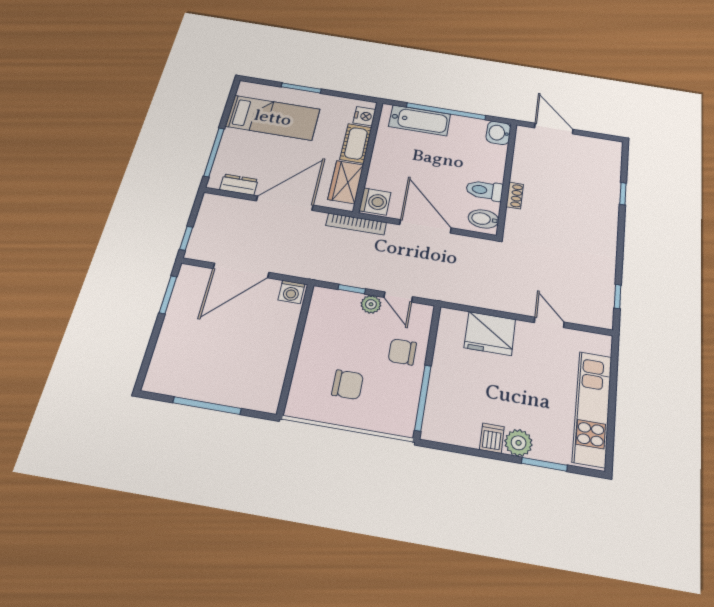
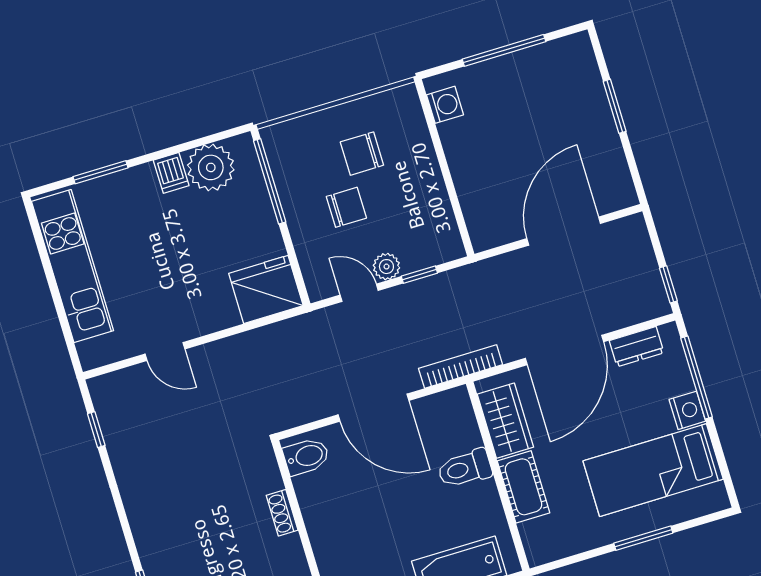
nightstand: (364, 116) -> (687, 410), moved, turned 180
toilet: (484, 190) -> (465, 469), moved, turned 180
washing machine: (375, 202) -> (454, 411), removed
window: (186, 238) -> (668, 284), moved
washing machine: (291, 292) -> (445, 105), moved, turned 90
window: (168, 295) -> (615, 106), moved
fridge: (490, 333) -> (266, 289), moved
chair: (402, 352) -> (346, 207), moved
plant: (519, 443) -> (211, 167), moved, width x1.36, depth x1.36

